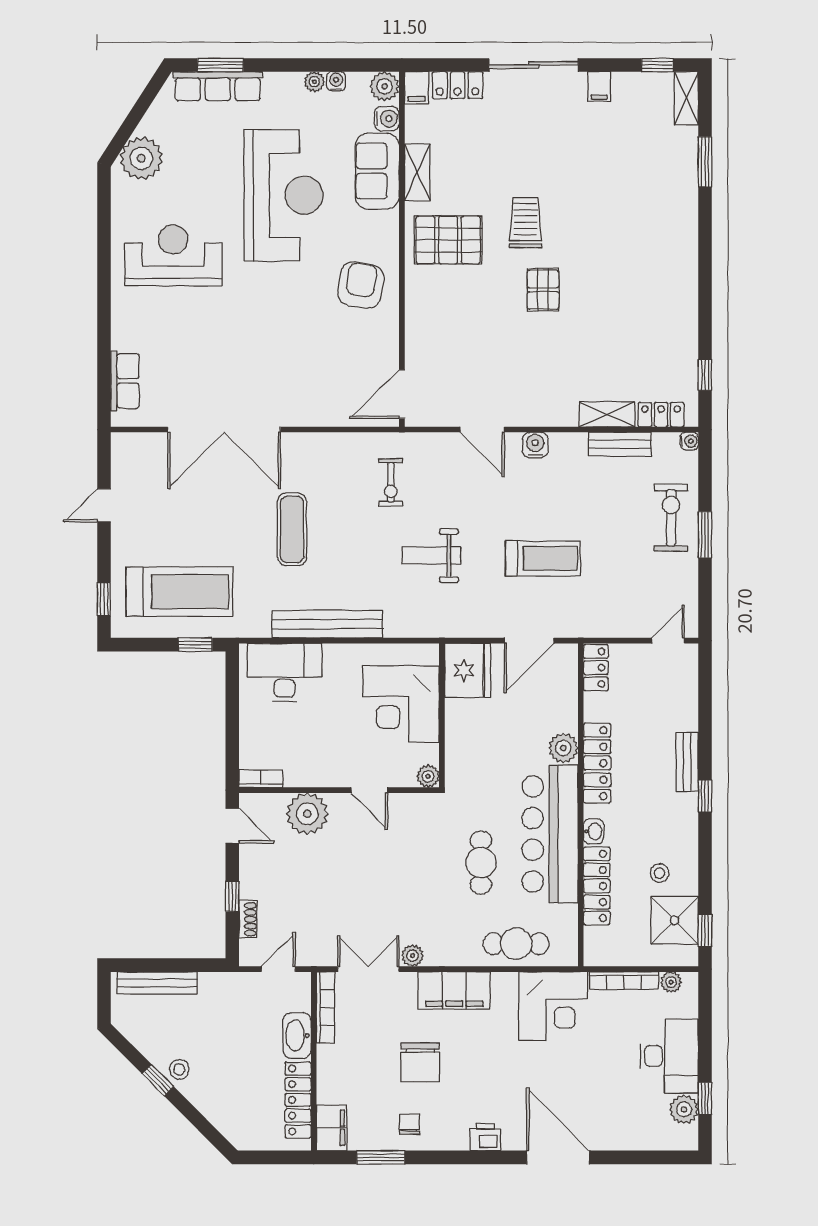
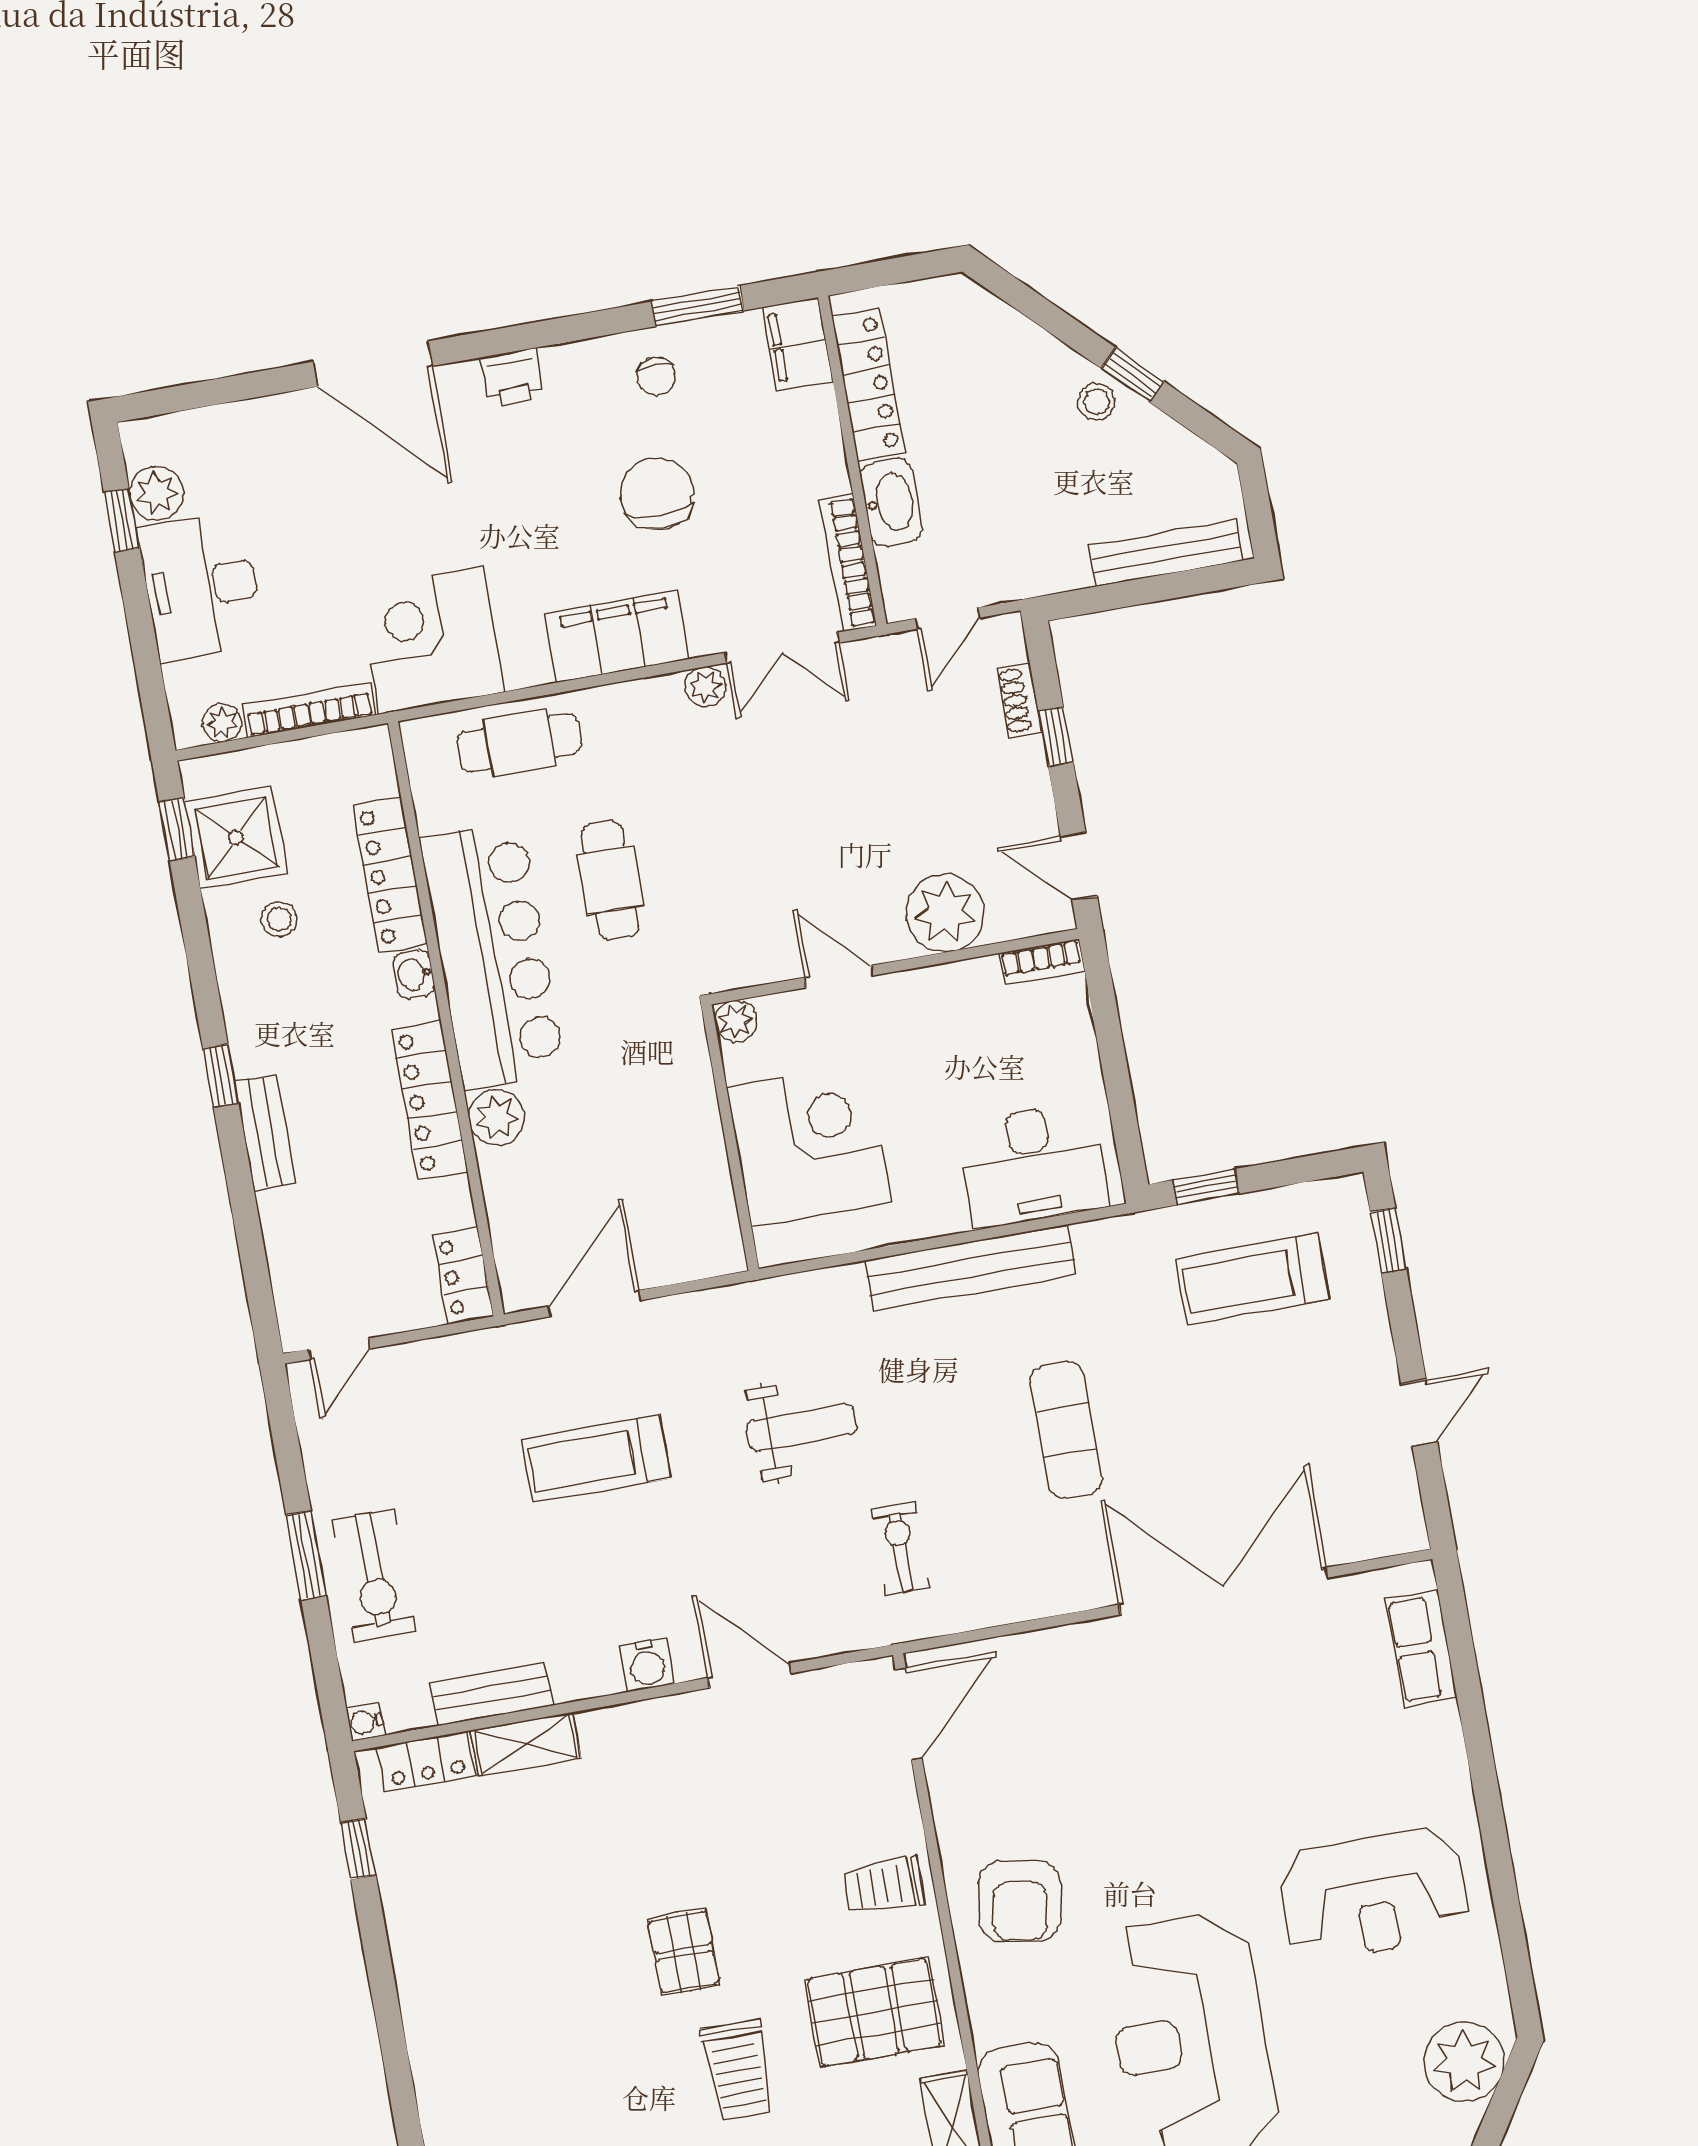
trolley: (431, 306) -> (884, 1886), added
treadmill: (179, 592) -> (1252, 1279), width x0.73, depth x0.73
fridge: (468, 670) -> (698, 1229), removed

